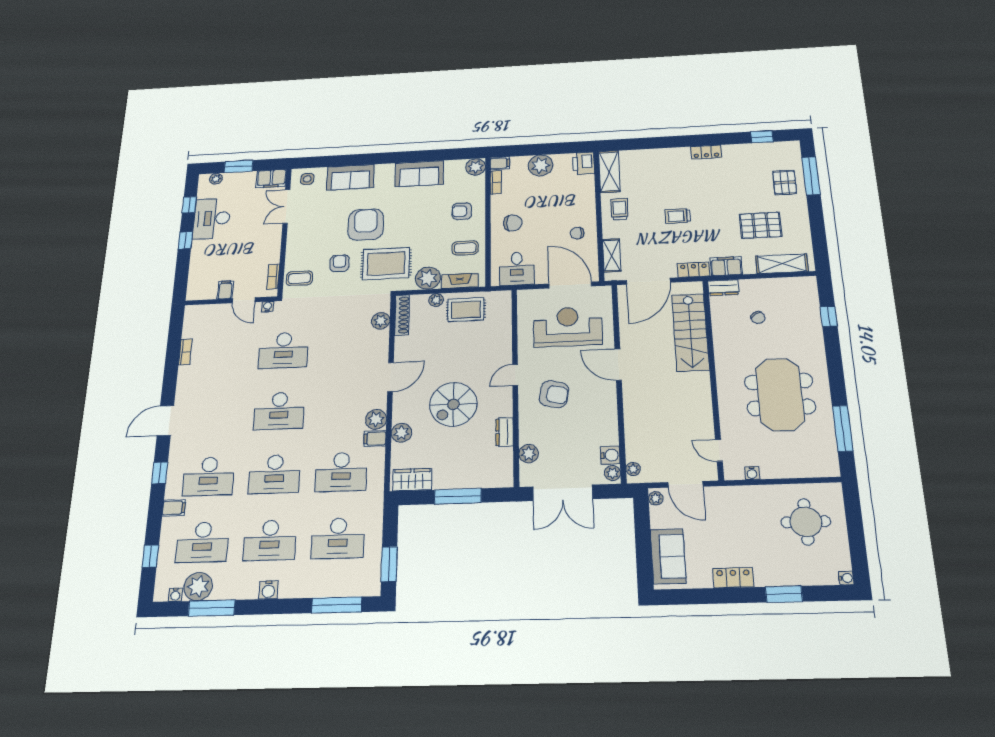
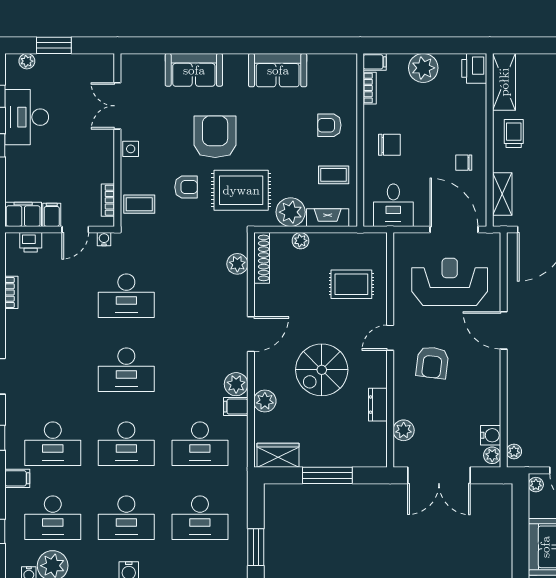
plant: (476, 167) -> (346, 65), removed
filing cabinet: (271, 179) -> (23, 214), moved, turned 180
side table: (307, 179) -> (131, 149), moved
armchair: (340, 263) -> (186, 187), turned 90
door: (244, 300) -> (75, 230), hinge flipped
rug: (466, 310) -> (351, 284), moved
printer: (206, 312) -> (31, 242), added
armchair: (554, 394) -> (432, 363), turned 85

